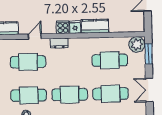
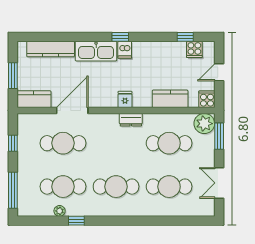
kitchen counter: (95, 26) -> (170, 99), moved
cooker: (63, 27) -> (207, 99), moved
door: (35, 36) -> (72, 110), width x1.87
dresser: (59, 43) -> (131, 120), moved

